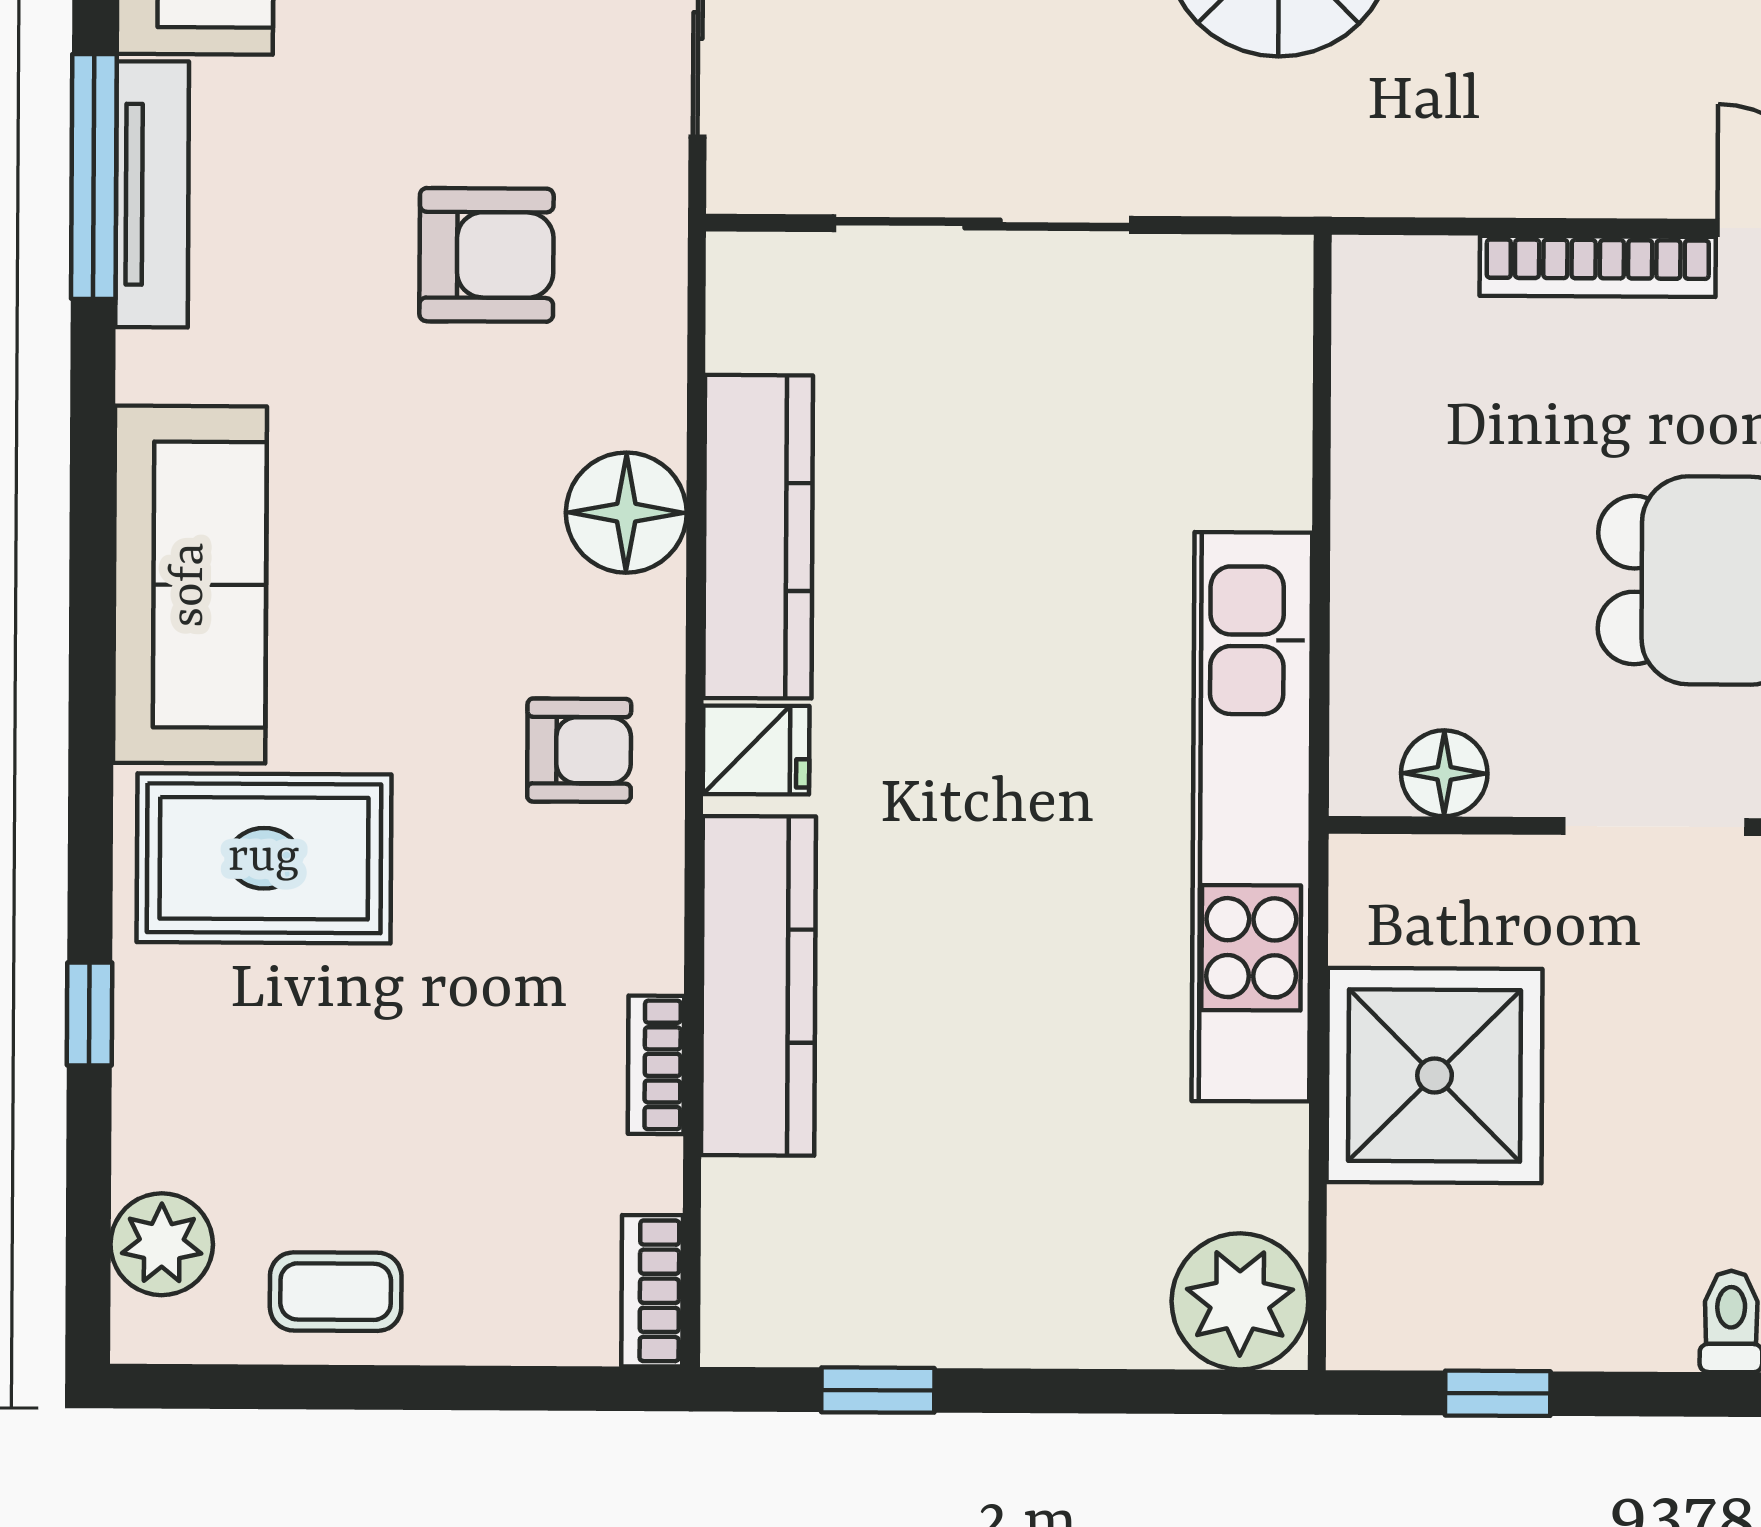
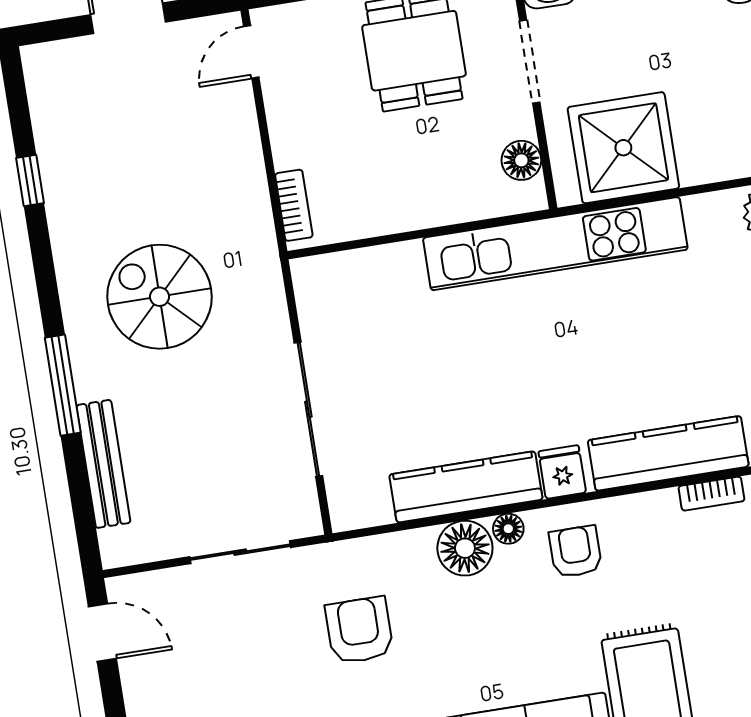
bookcase: (1598, 266) -> (294, 205), moved, width x0.64
floor lamp: (653, 613) -> (508, 529), added
shower: (1435, 1075) -> (623, 148), moved

